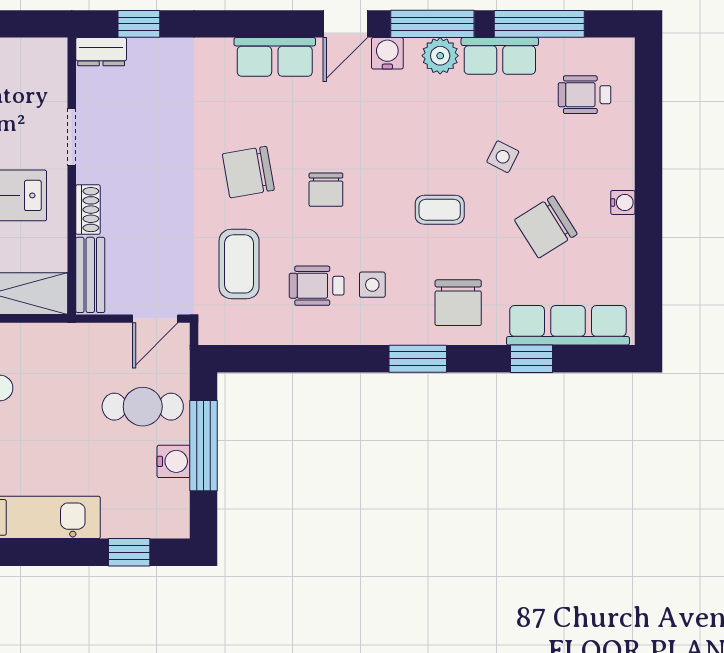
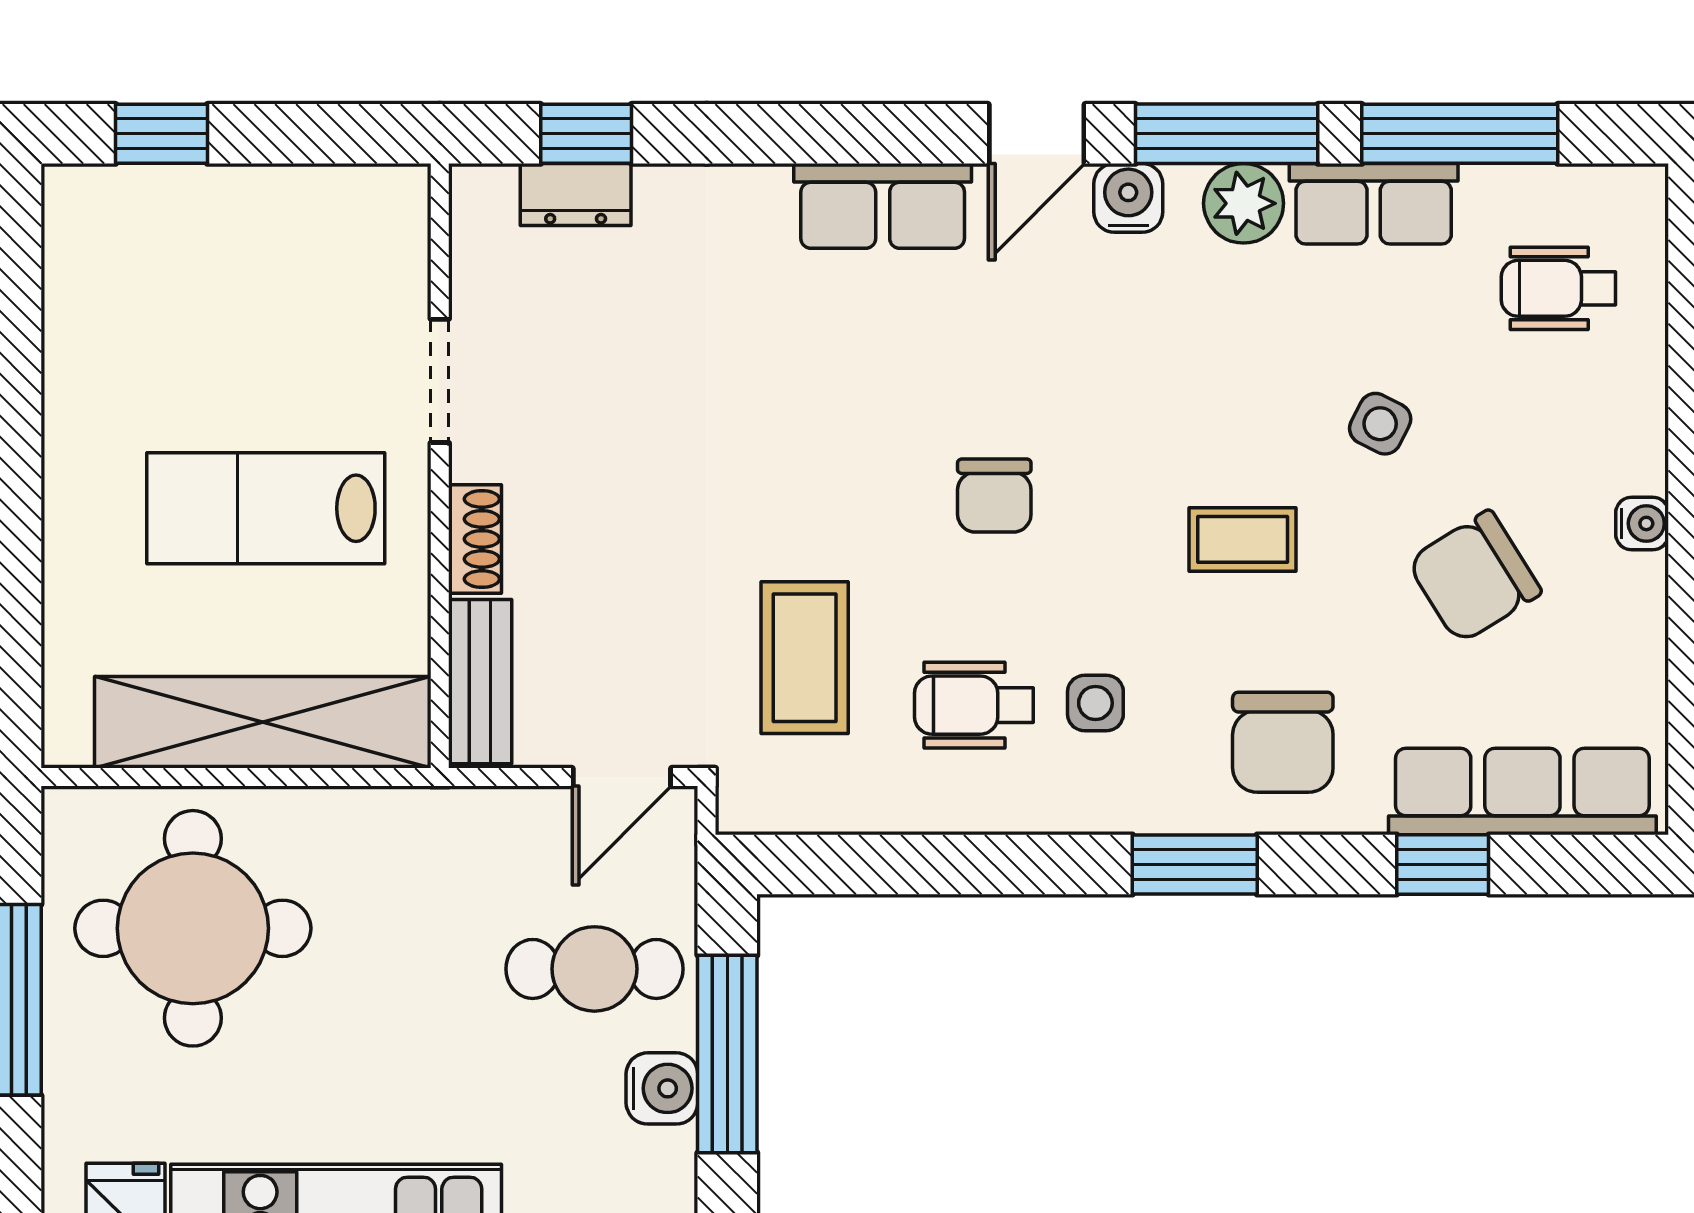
dresser: (101, 52) -> (576, 194), moved
chair: (248, 172) -> (825, 457), removed

